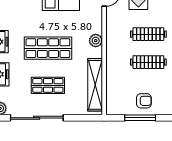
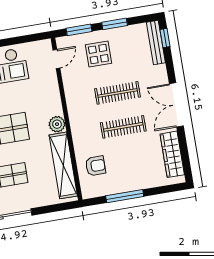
plant: (96, 41) -> (57, 124), moved
armchair: (144, 101) -> (95, 166), moved

